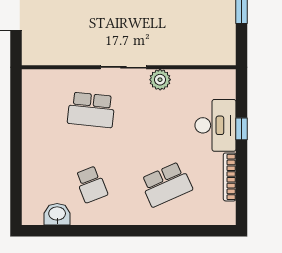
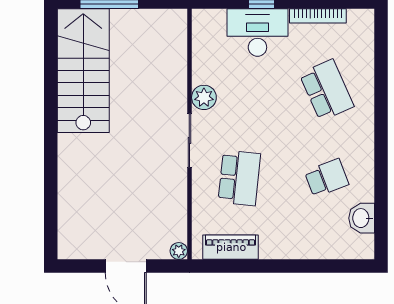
plant: (29, 58) -> (179, 251), added
piano: (32, 102) -> (231, 247), added

